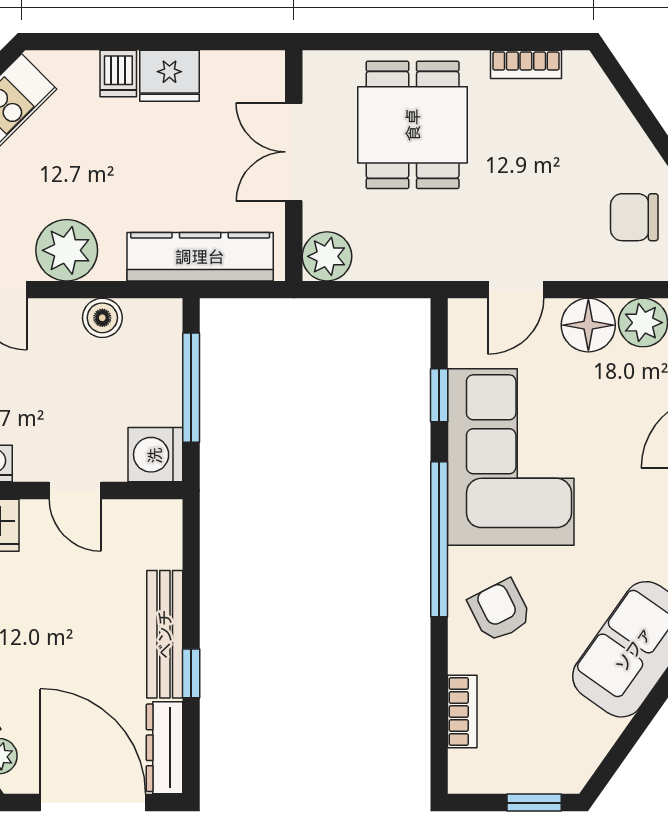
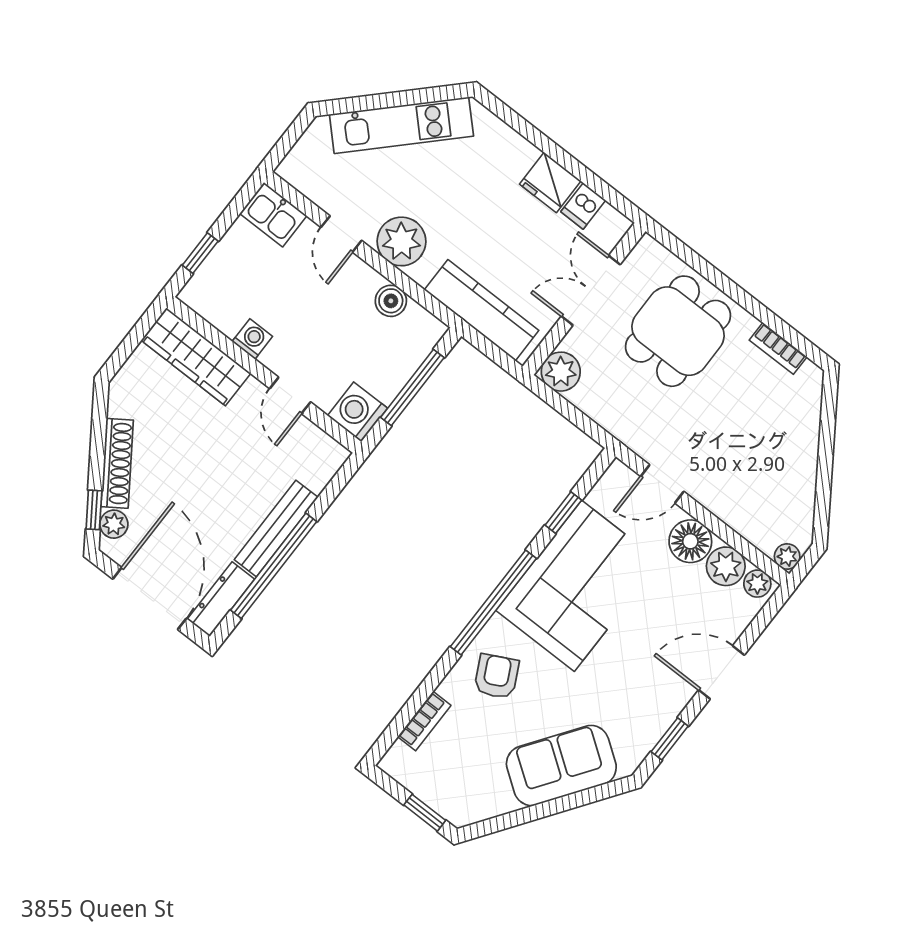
dishwasher: (118, 74) -> (583, 206), moved
chair: (634, 217) -> (771, 496), removed
window: (191, 673) -> (274, 566), width x3.17

